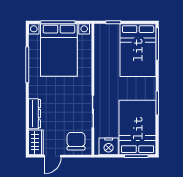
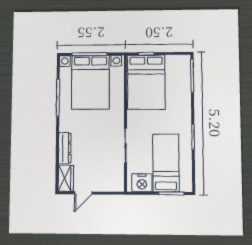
bed: (138, 50) -> (146, 82), moved
bed: (138, 128) -> (166, 163), width x0.67
chair: (76, 141) -> (108, 177), removed

